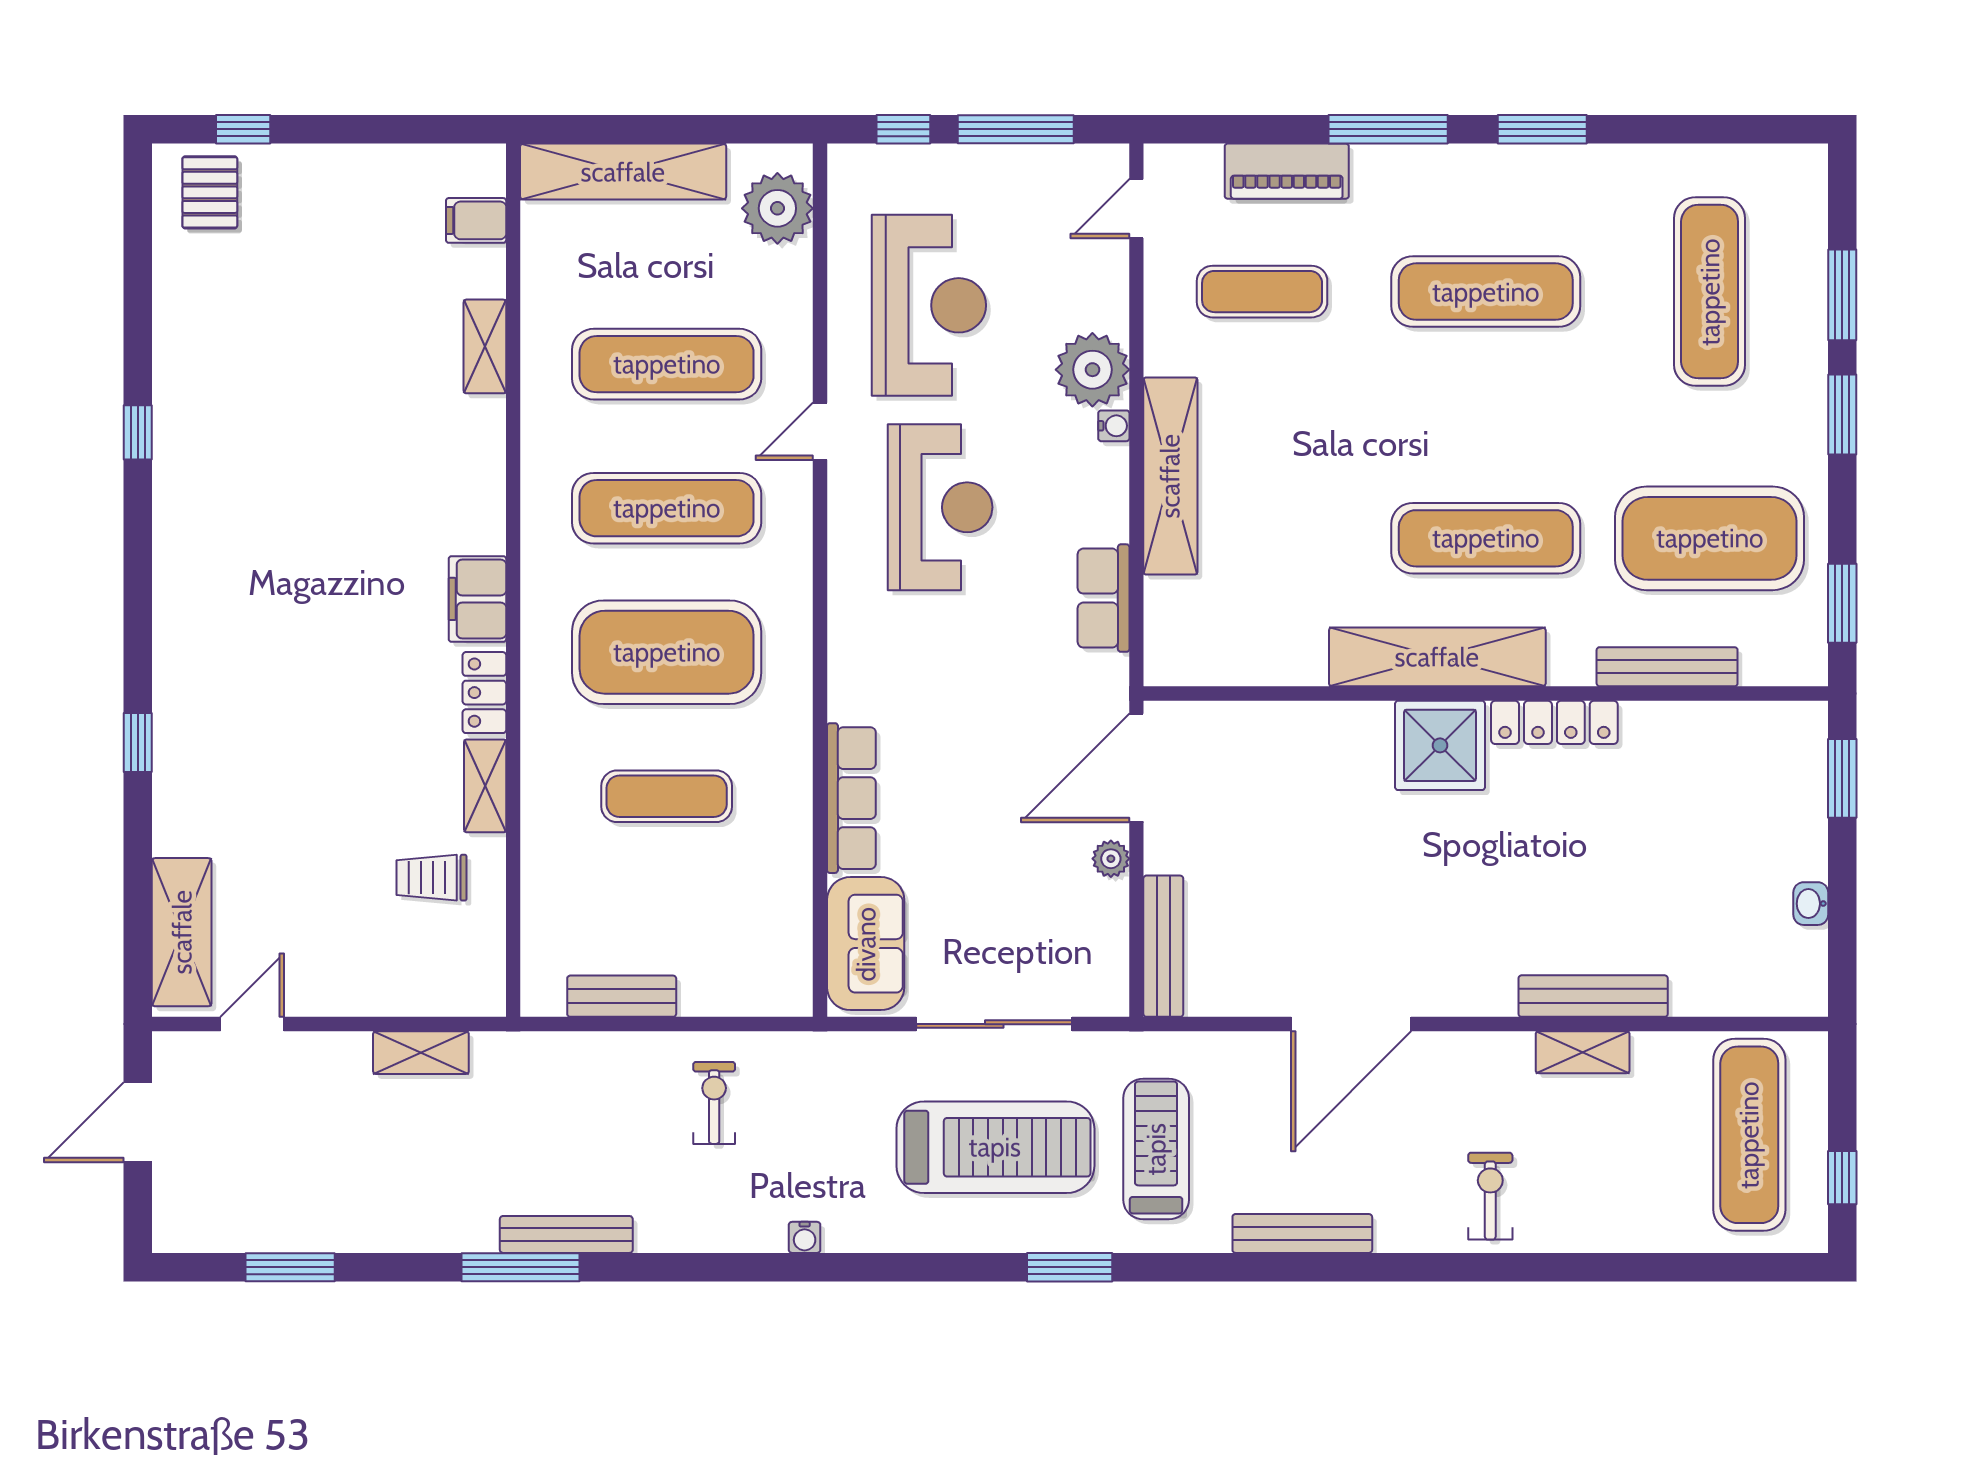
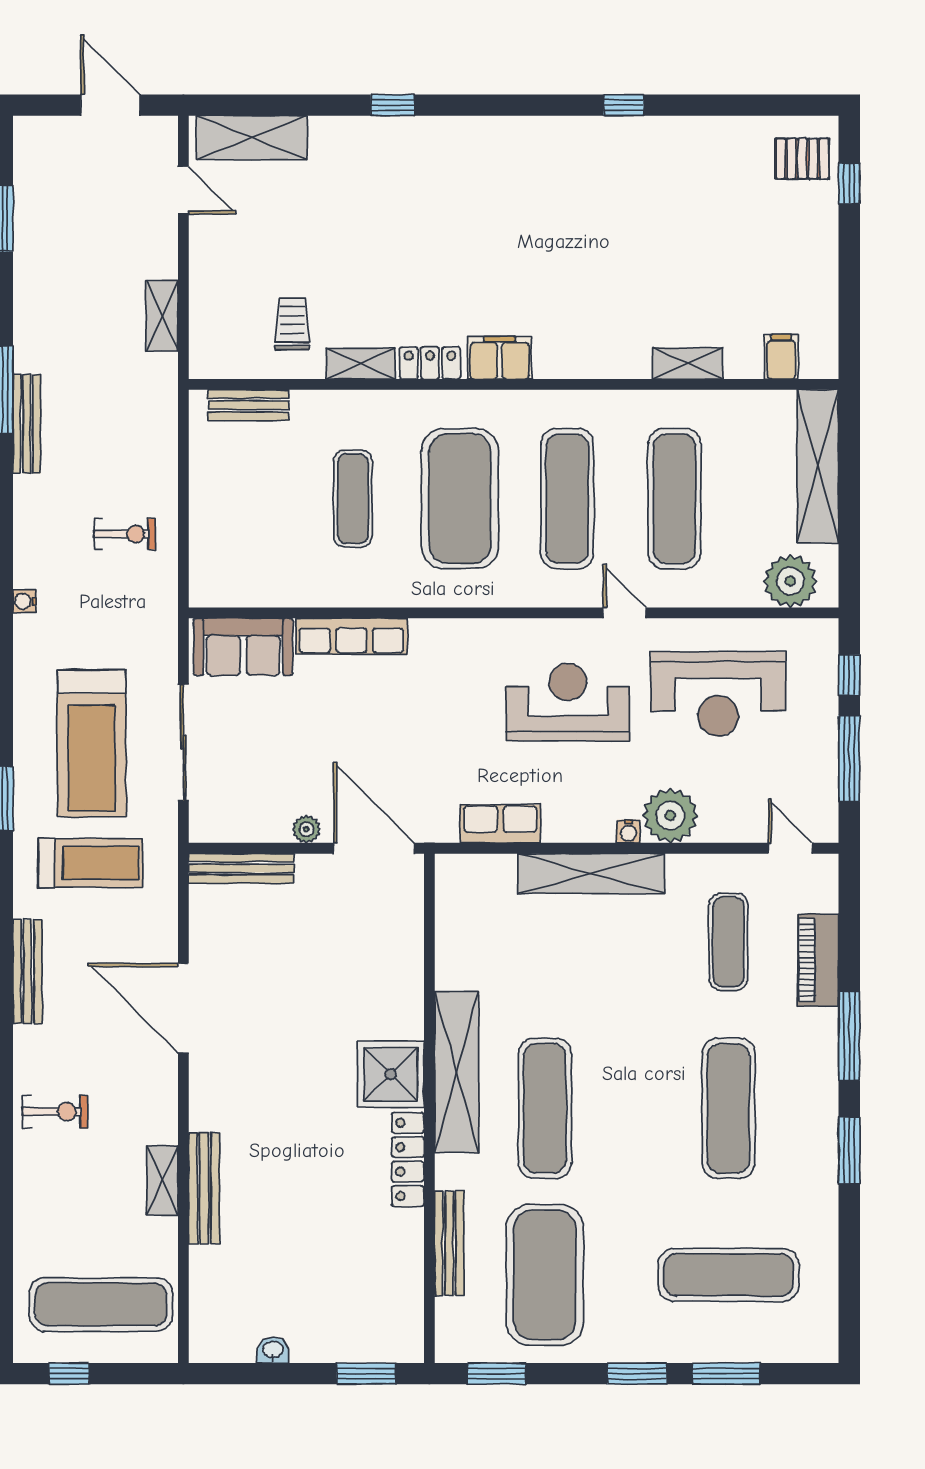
reception desk: (940, 507) -> (568, 702), turned 180
bench: (622, 996) -> (248, 405), moved, turned 90

